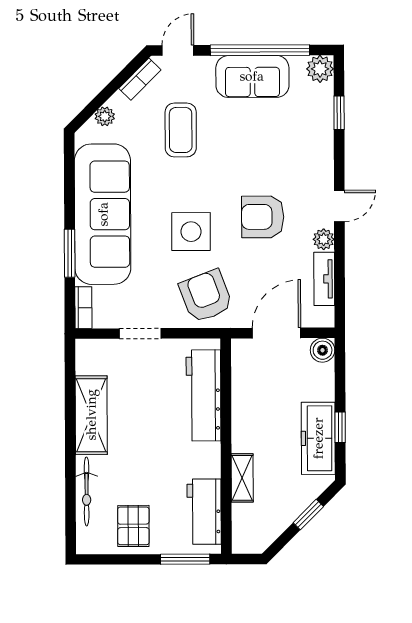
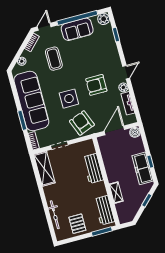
workbench: (203, 395) -> (93, 168), width x0.73
shelving: (91, 415) -> (44, 169), moved

